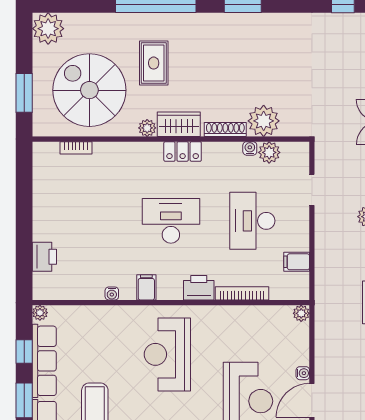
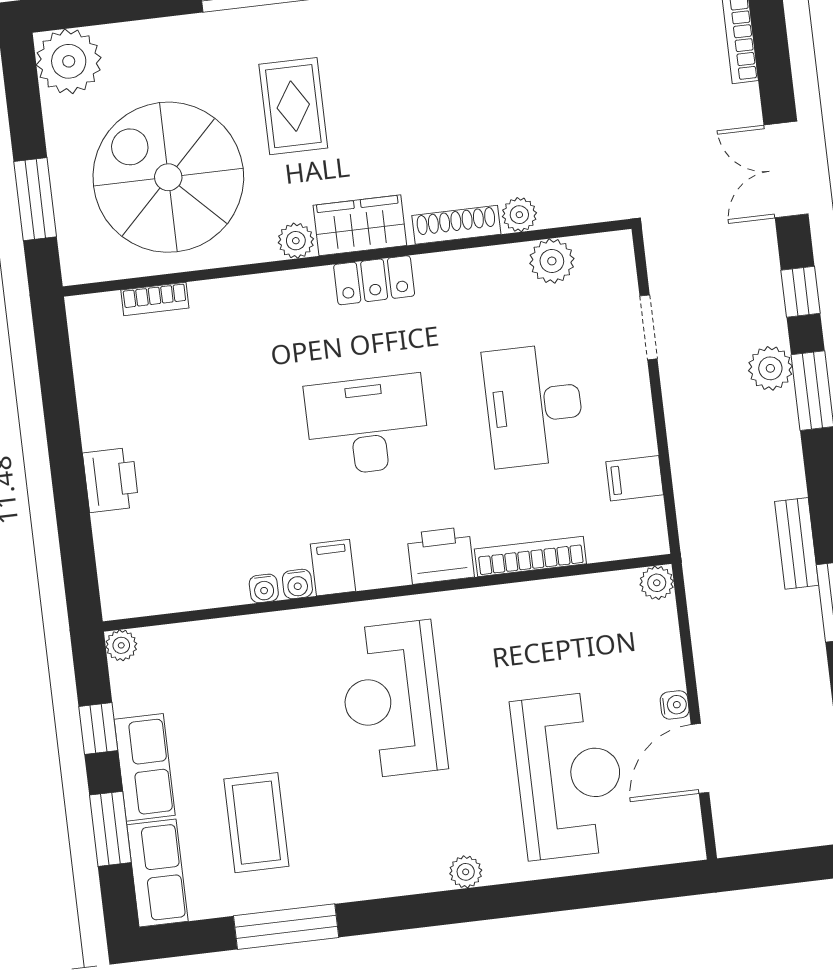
plant: (264, 121) -> (519, 215), width x0.53, depth x0.53
water cooler: (250, 148) -> (297, 584), moved, turned 180
printer: (44, 257) -> (111, 480), moved
row of seats: (44, 361) -> (145, 767), width x0.68

